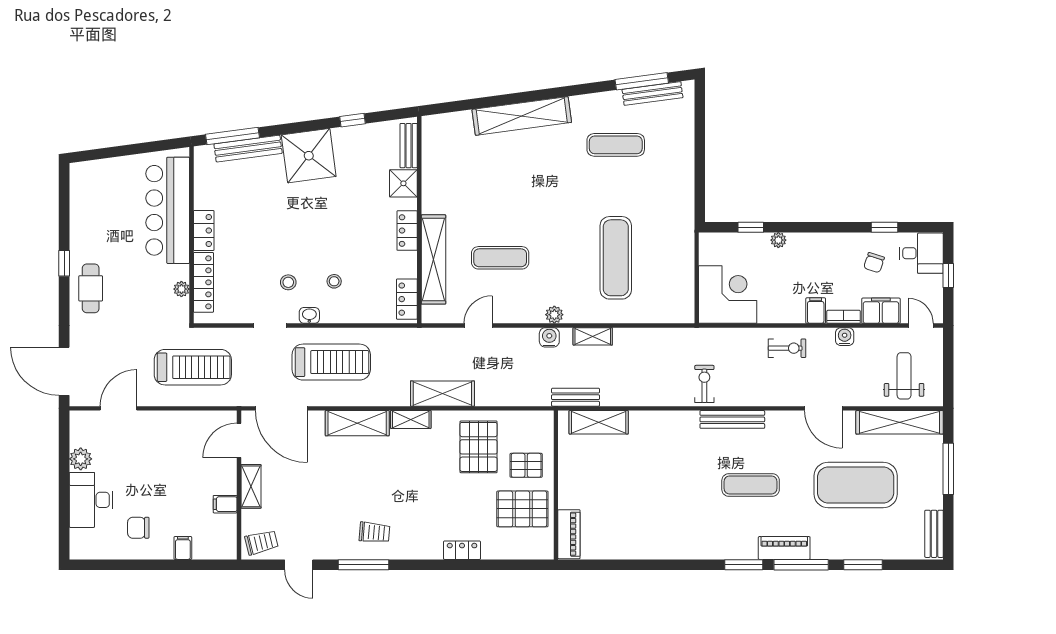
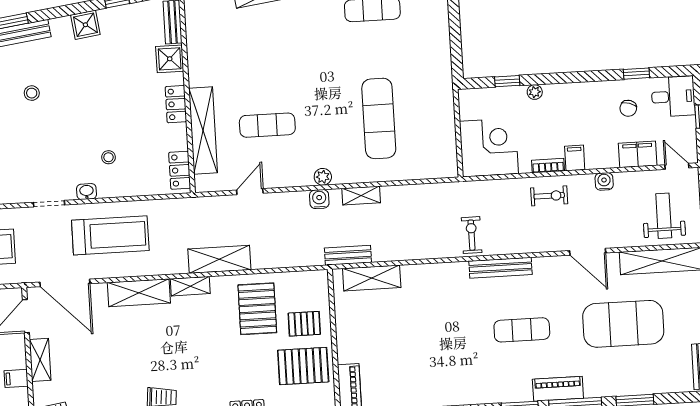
shower: (309, 156) -> (85, 25), width x0.54, depth x0.54
stool: (288, 282) -> (32, 93), moved
bookcase: (844, 317) -> (548, 166), moved

